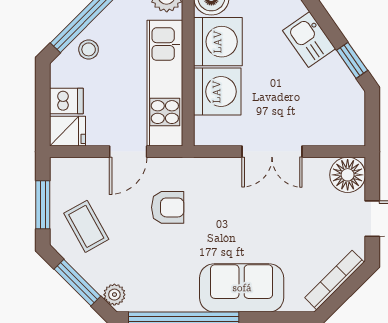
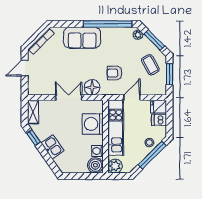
washing machine: (218, 42) -> (97, 151), width x0.53, depth x0.53
shelving: (353, 119) -> (33, 112), added
floor lamp: (348, 175) -> (92, 87), moved

